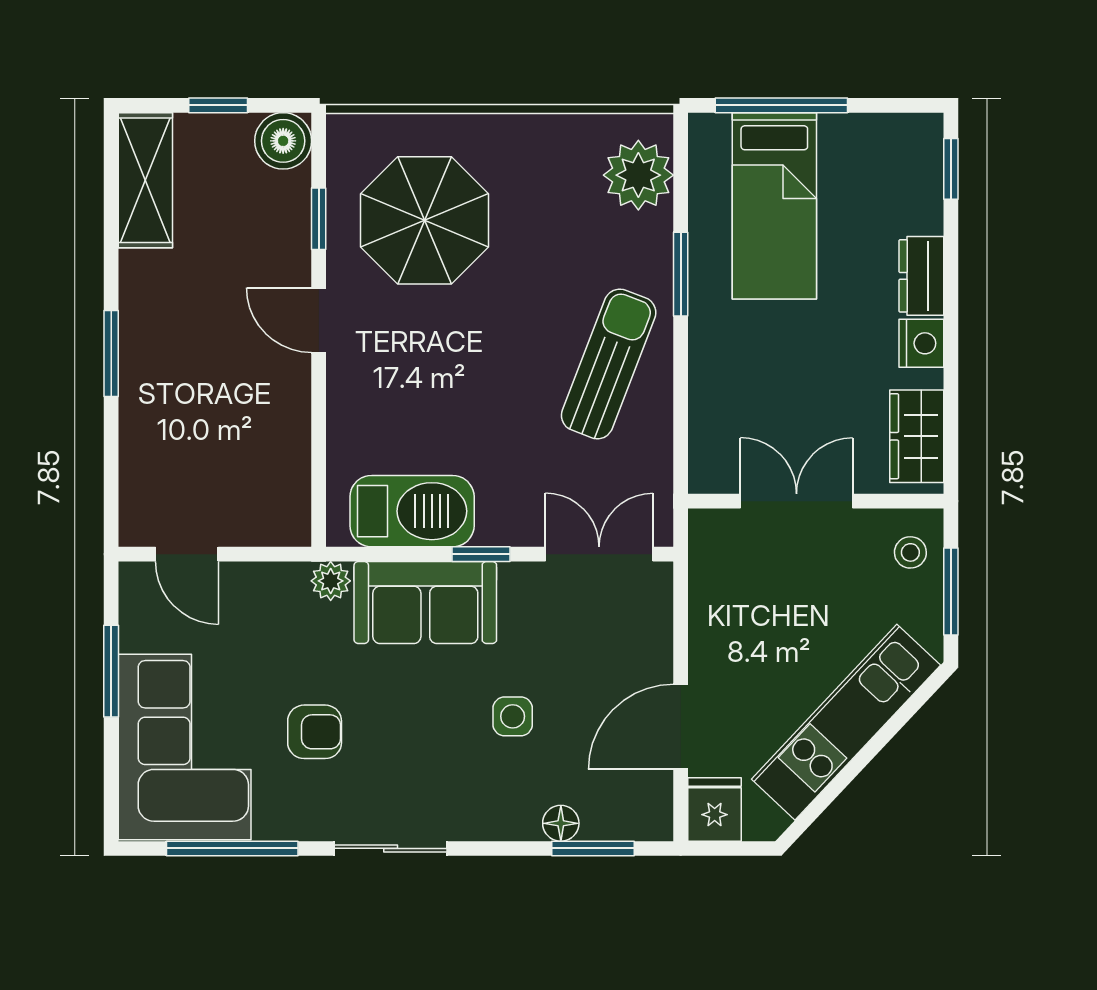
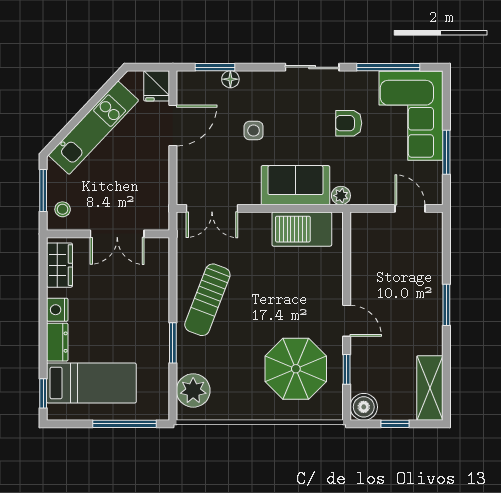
bed: (774, 206) -> (91, 383), moved, turned 90
window: (481, 554) -> (269, 208), removed

